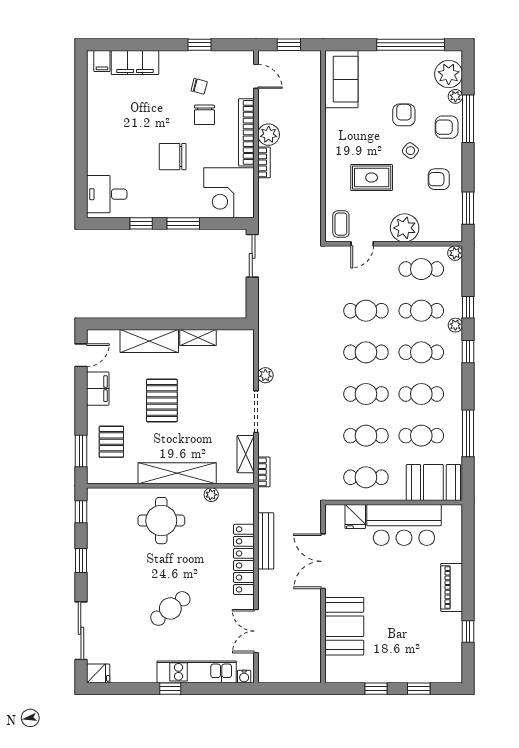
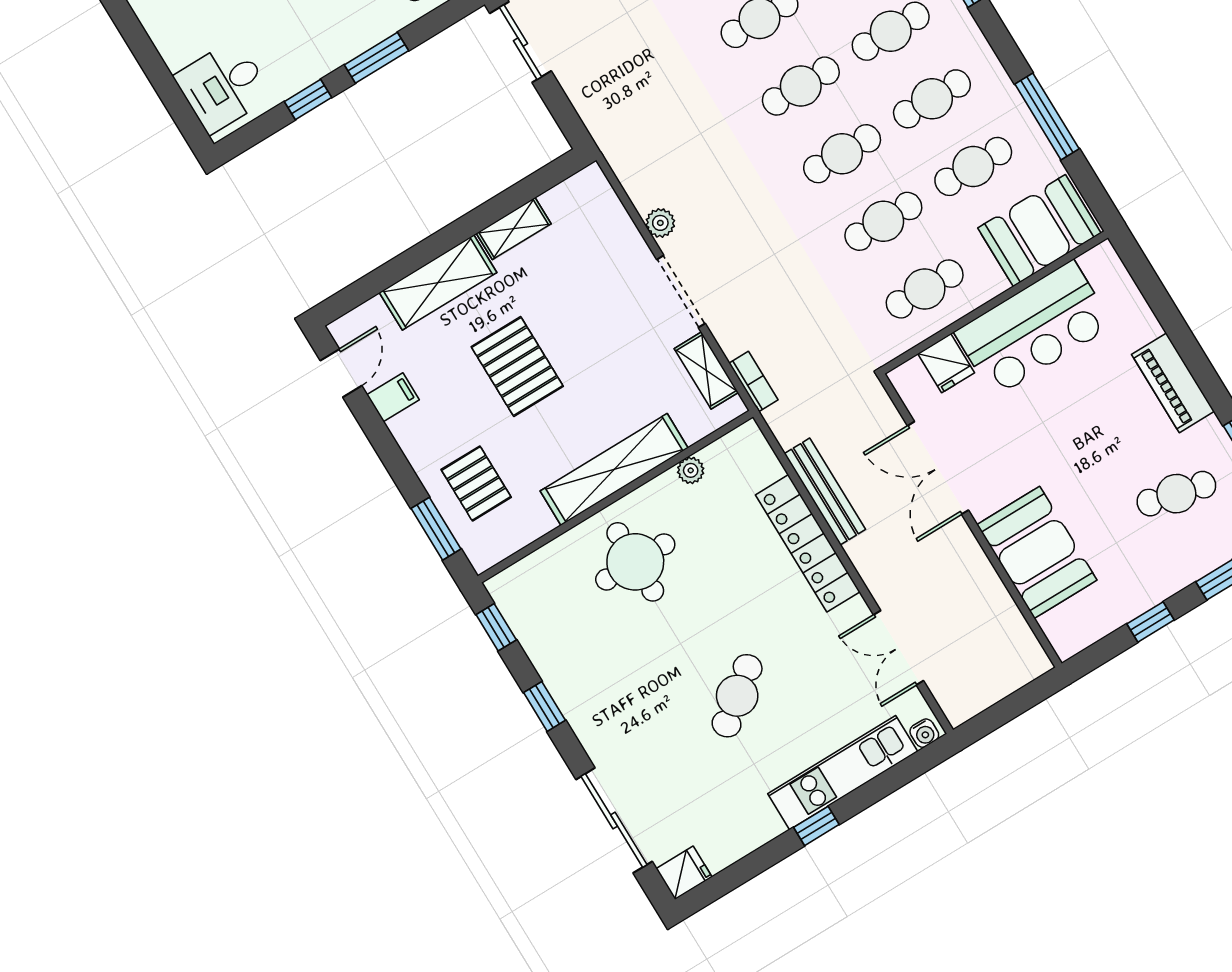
filing cabinet: (98, 389) -> (393, 397), width x0.50
cafe table: (423, 638) -> (1176, 494), added

